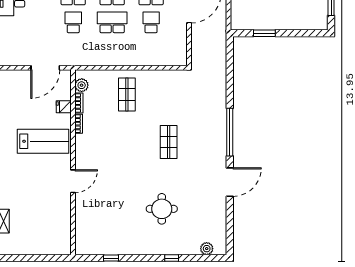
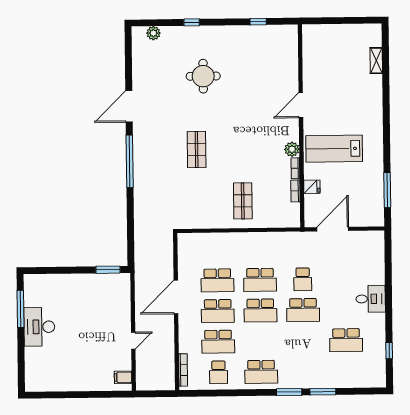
school desk: (151, 22) -> (217, 280), width x1.85
window: (264, 33) -> (108, 270), moved
plant: (82, 85) -> (292, 149), moved

